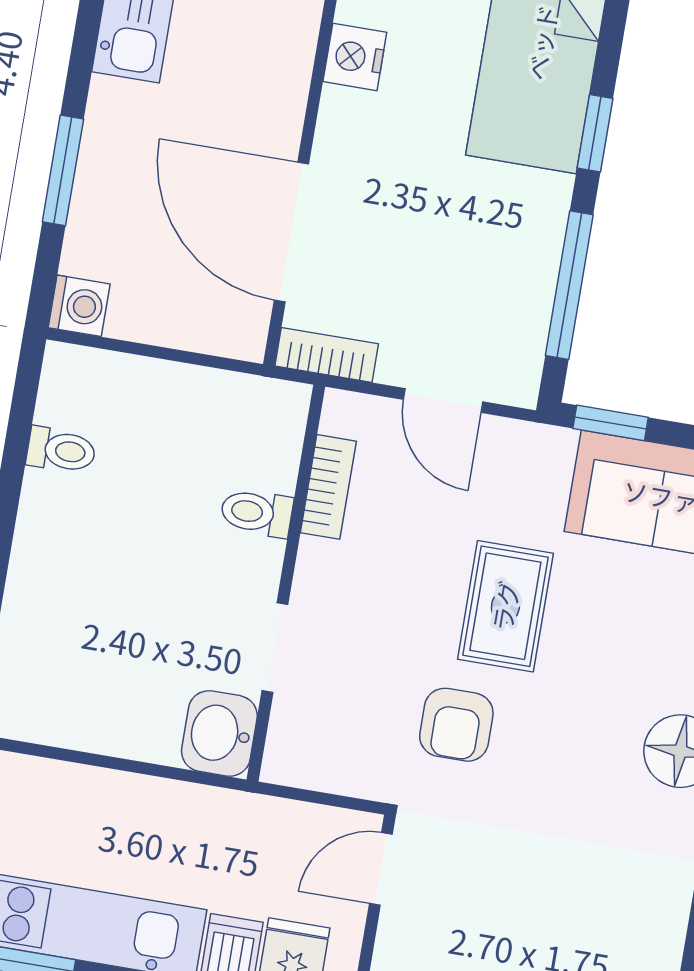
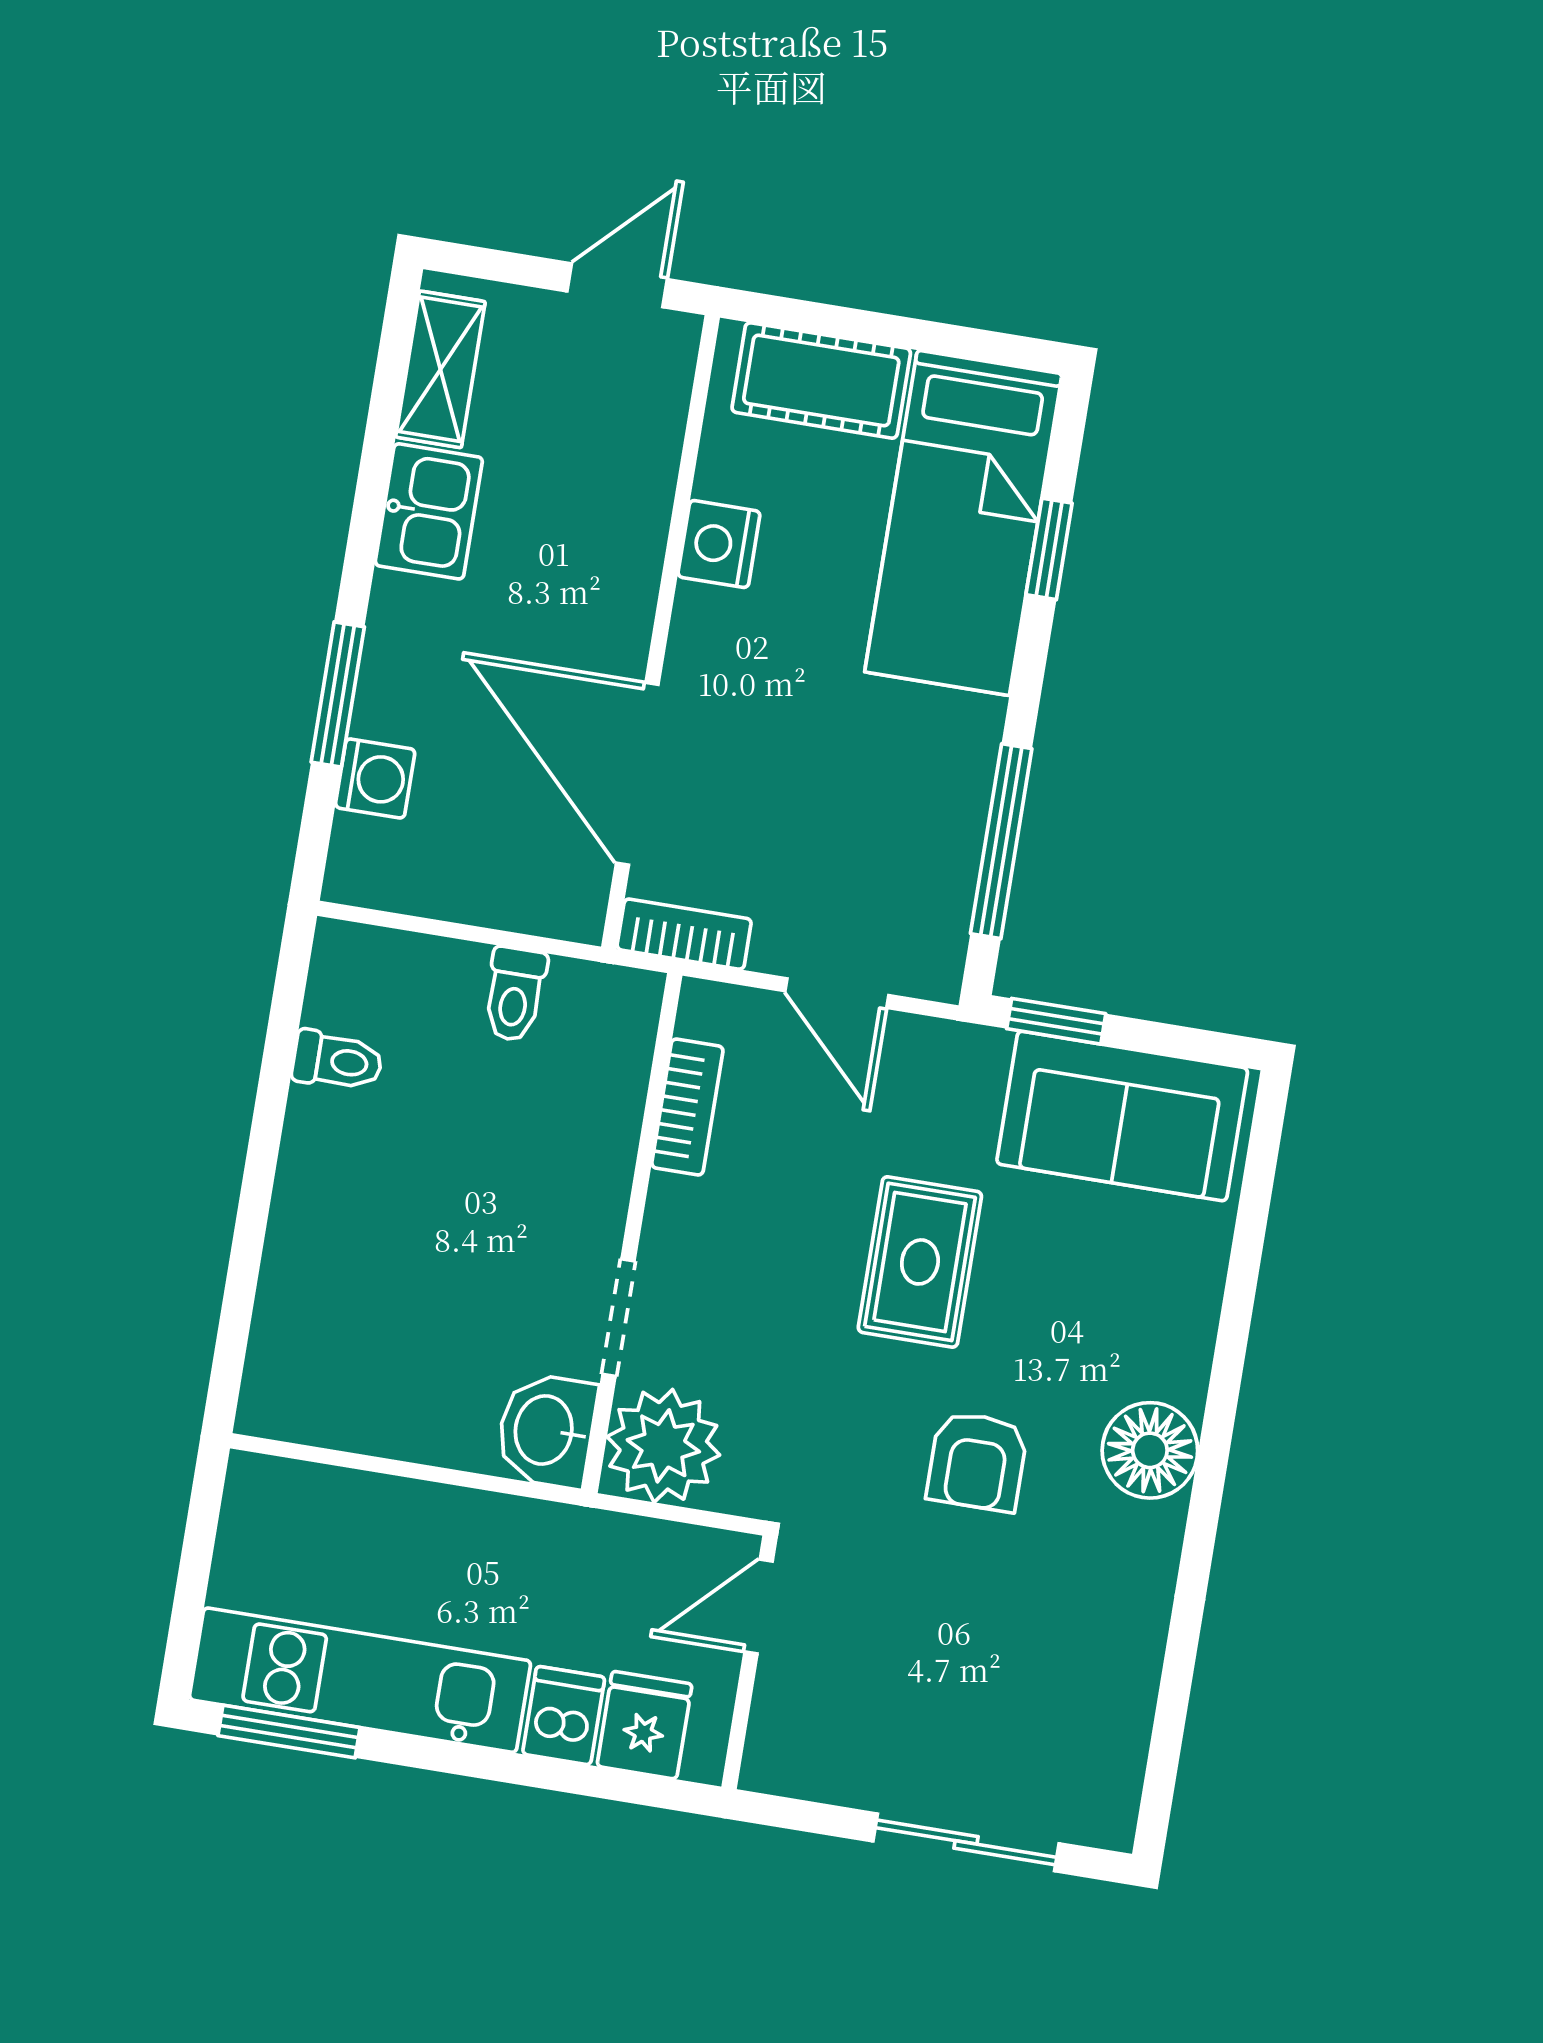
window: (595, 133) -> (1049, 549), moved
washing machine: (79, 306) -> (375, 778), moved
toilet: (257, 513) -> (515, 994), moved, turned -90
armchair: (456, 725) -> (977, 1461), moved
plant: (309, 746) -> (663, 1446), added

